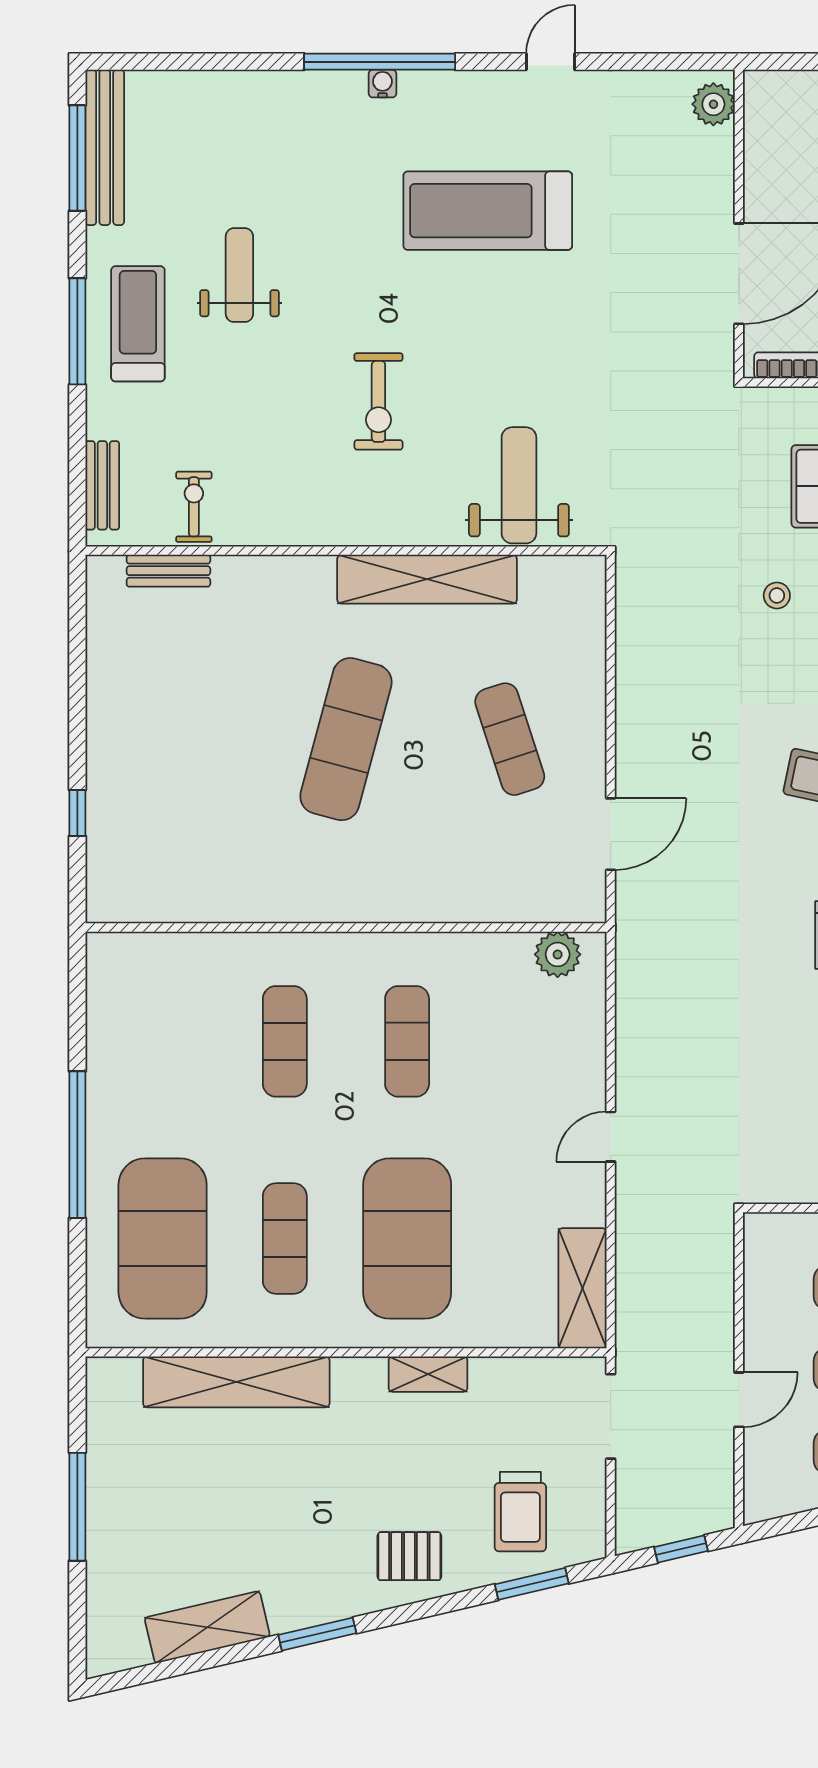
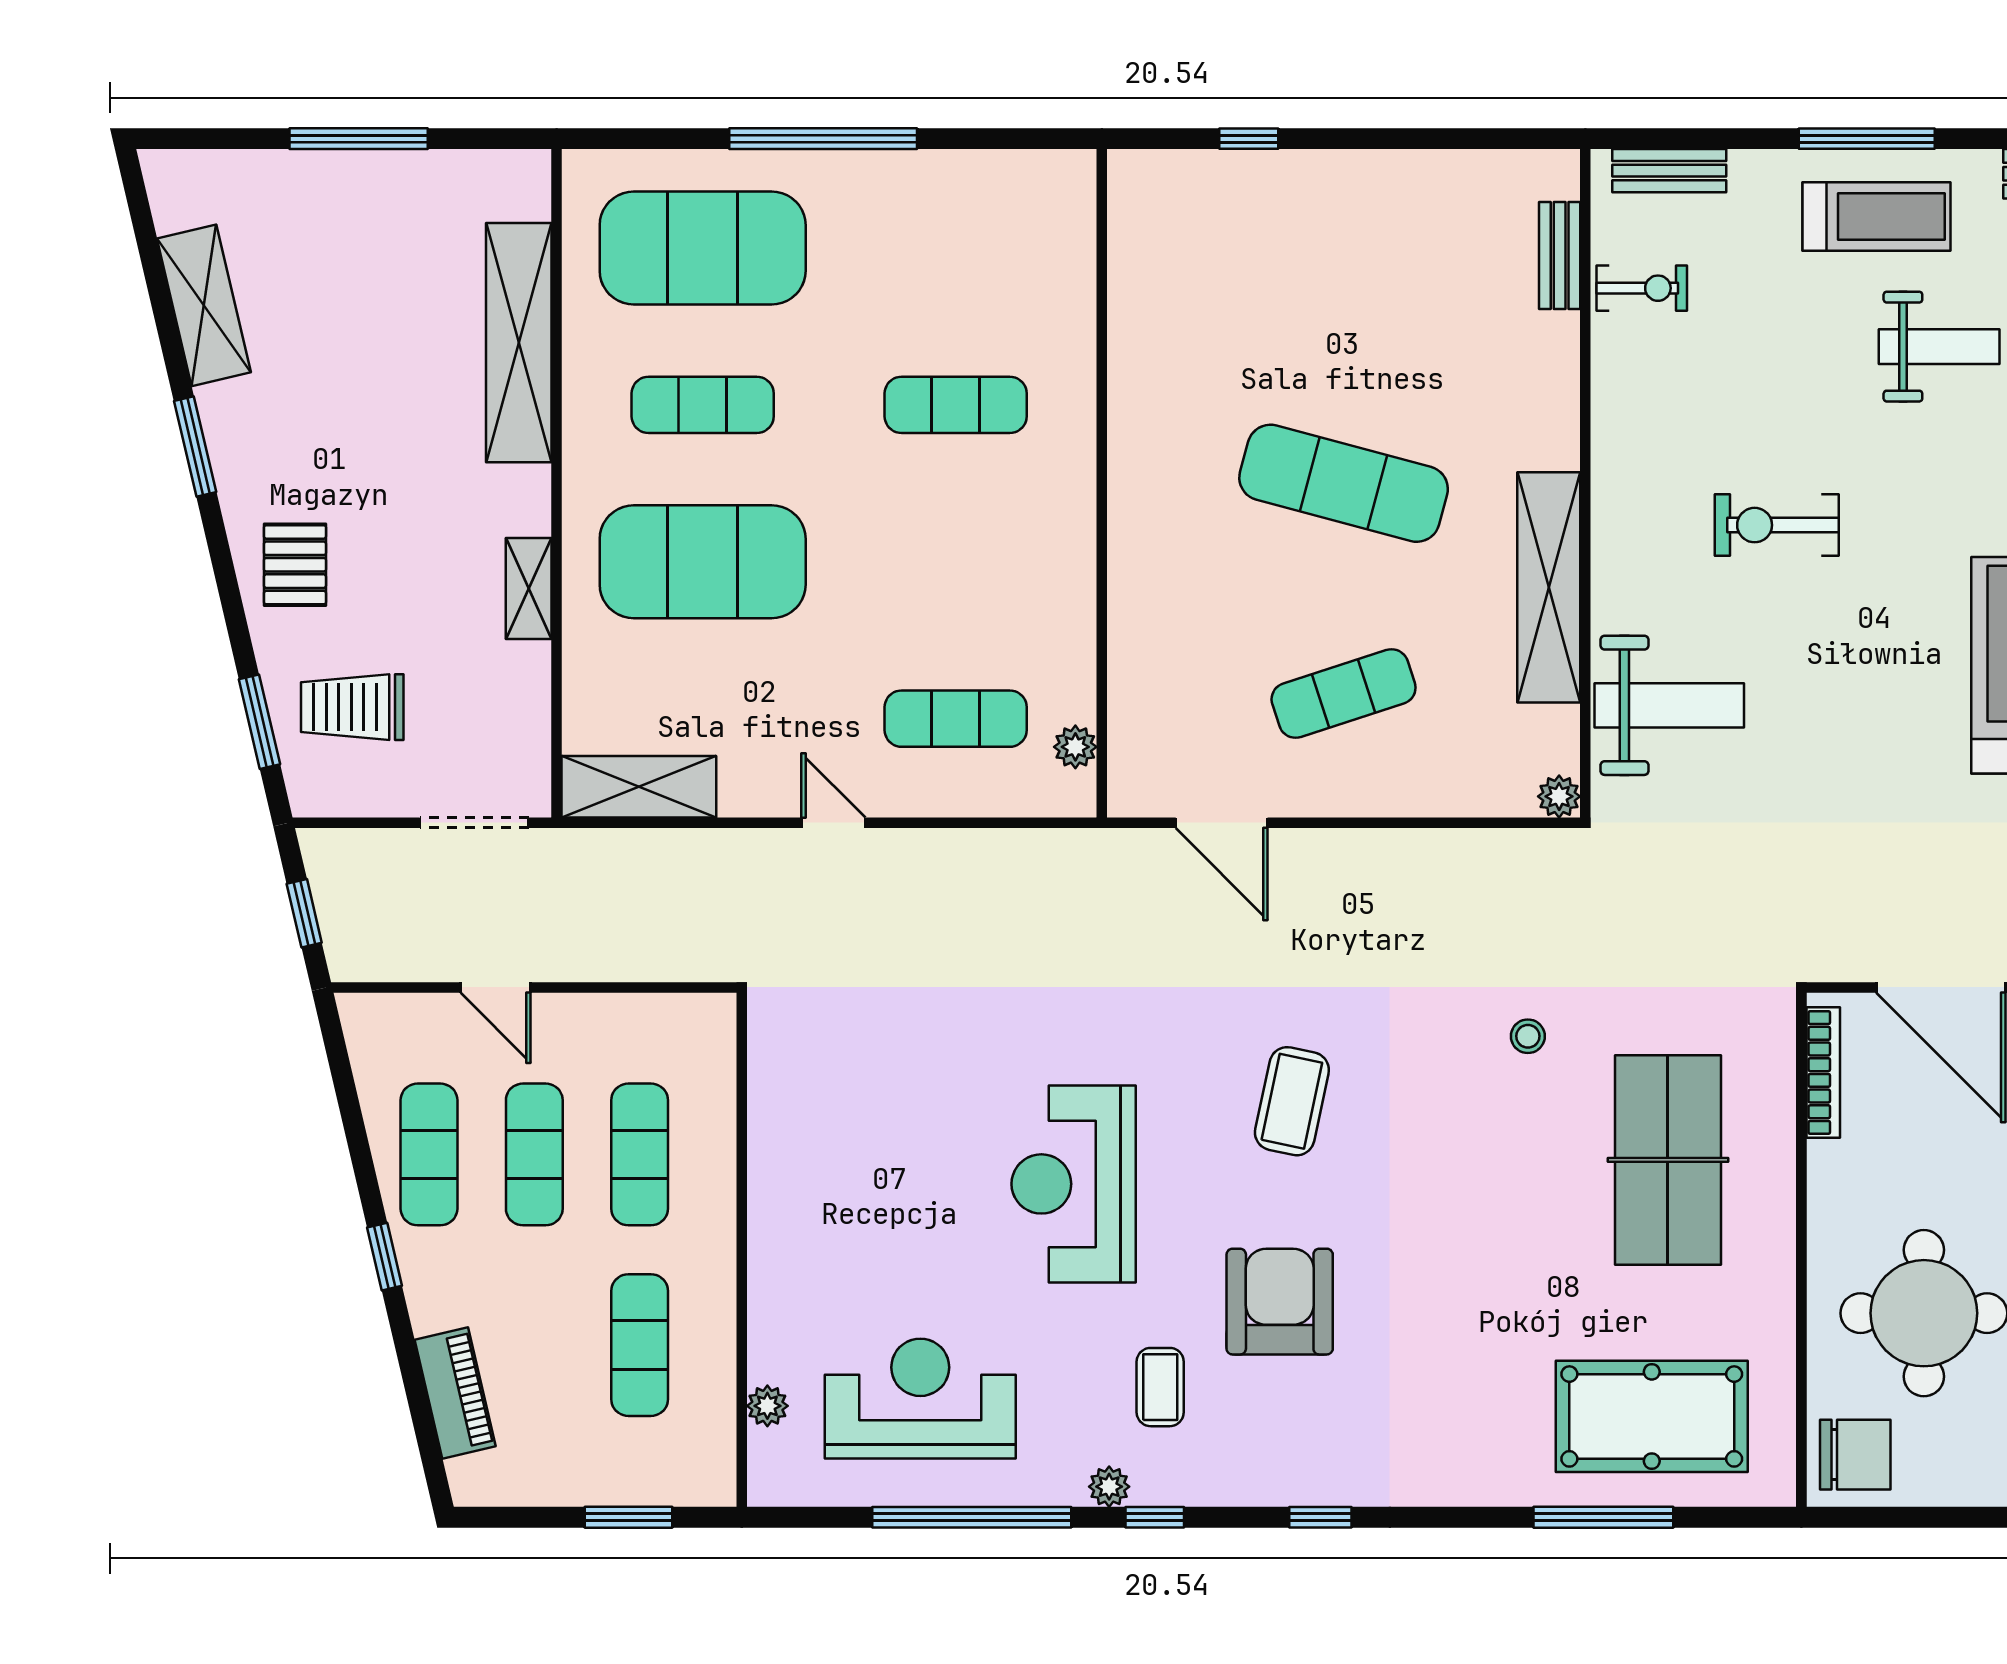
plant: (590, 571) -> (1559, 796), added
plant: (558, 954) -> (1075, 747), width x0.73, depth x0.73
exercise mat: (407, 1041) -> (956, 719), moved

